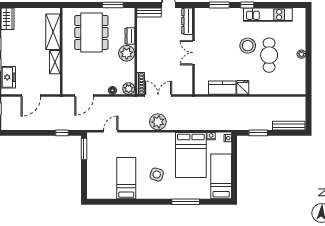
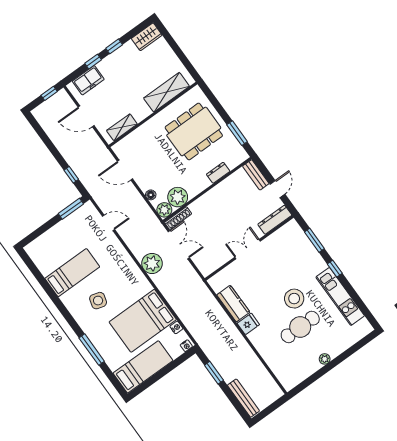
plant: (127, 53) -> (178, 197), moved
shelving: (55, 62) -> (122, 127), moved

